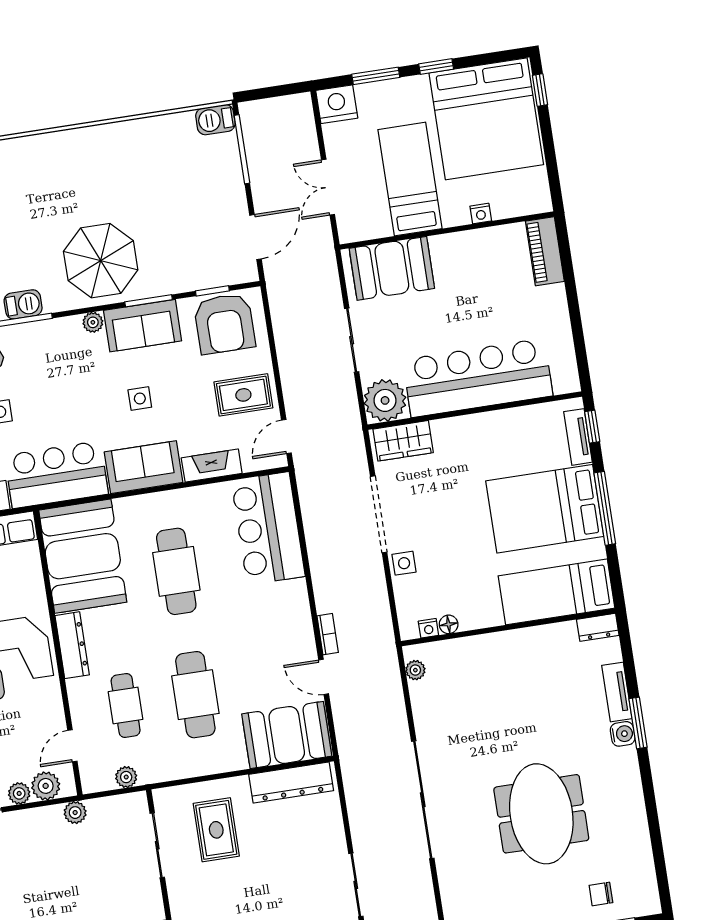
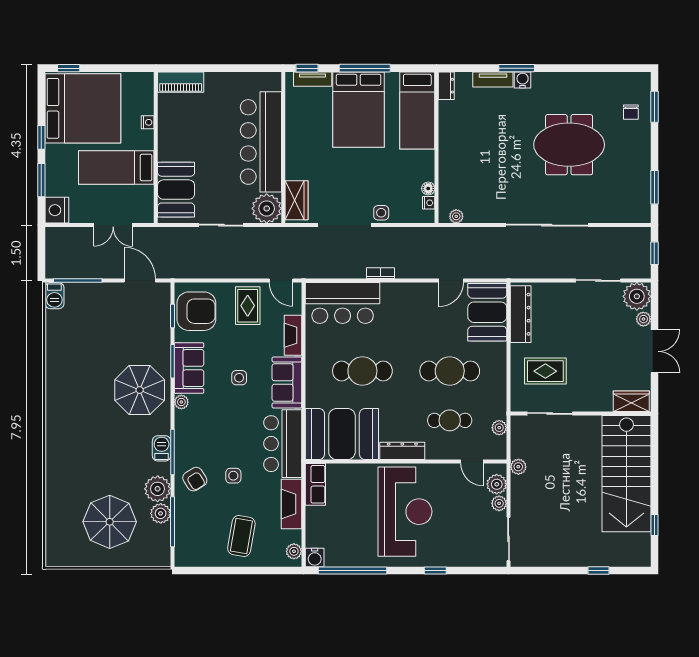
bookcase: (328, 634) -> (380, 273), moved

